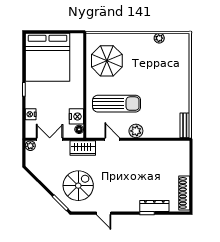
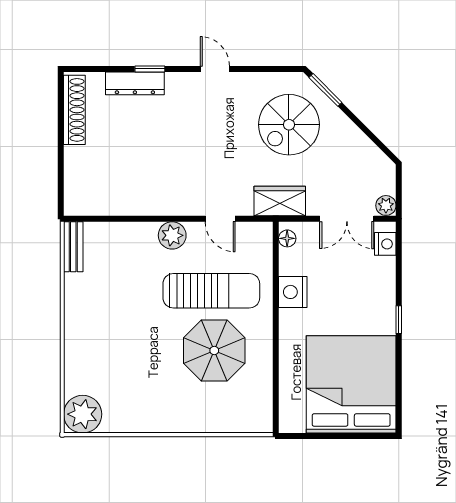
plant: (159, 38) -> (83, 414), moved, width x1.87, depth x1.87
parasol: (107, 61) -> (214, 351), moved
sun lounger: (117, 104) -> (211, 291), turned 180
nightstand: (31, 114) -> (385, 244), moved
nightstand: (76, 116) -> (293, 292), moved
door: (104, 213) -> (215, 69), moved

